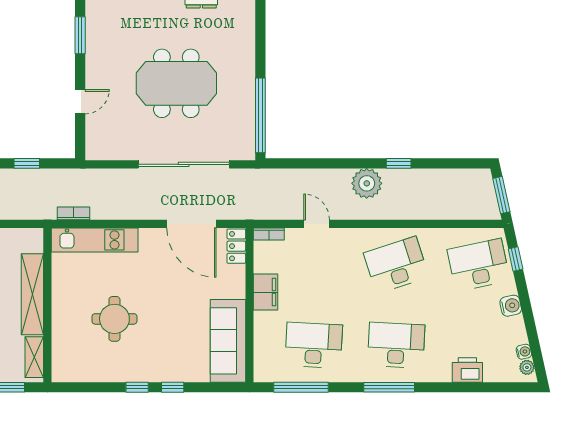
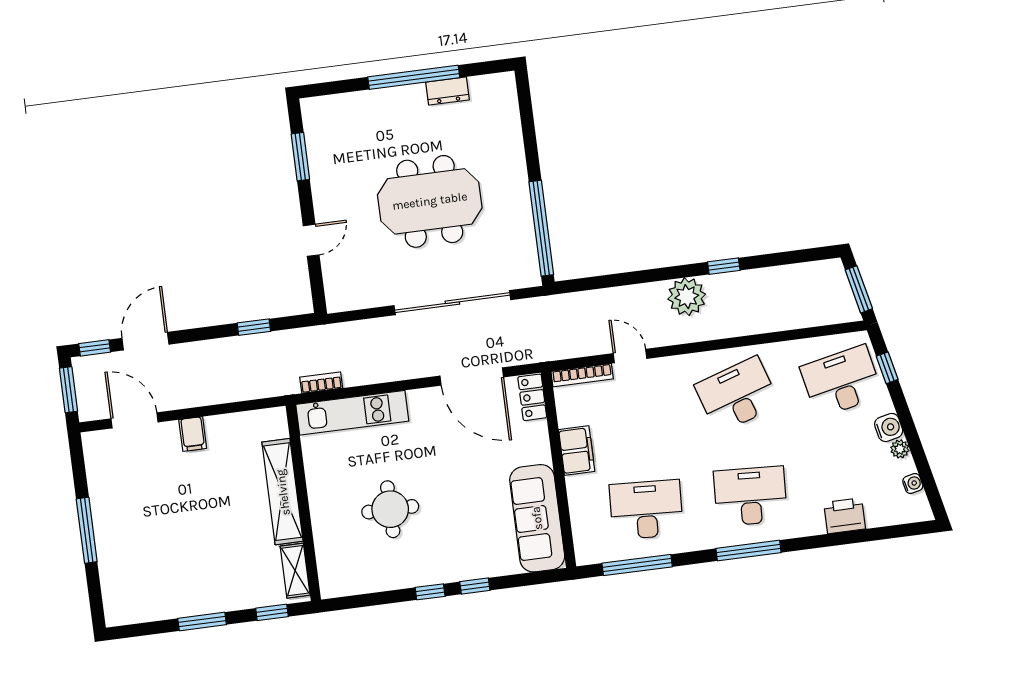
bookcase: (269, 234) -> (582, 375), width x1.56
plant: (527, 367) -> (900, 449), moved

